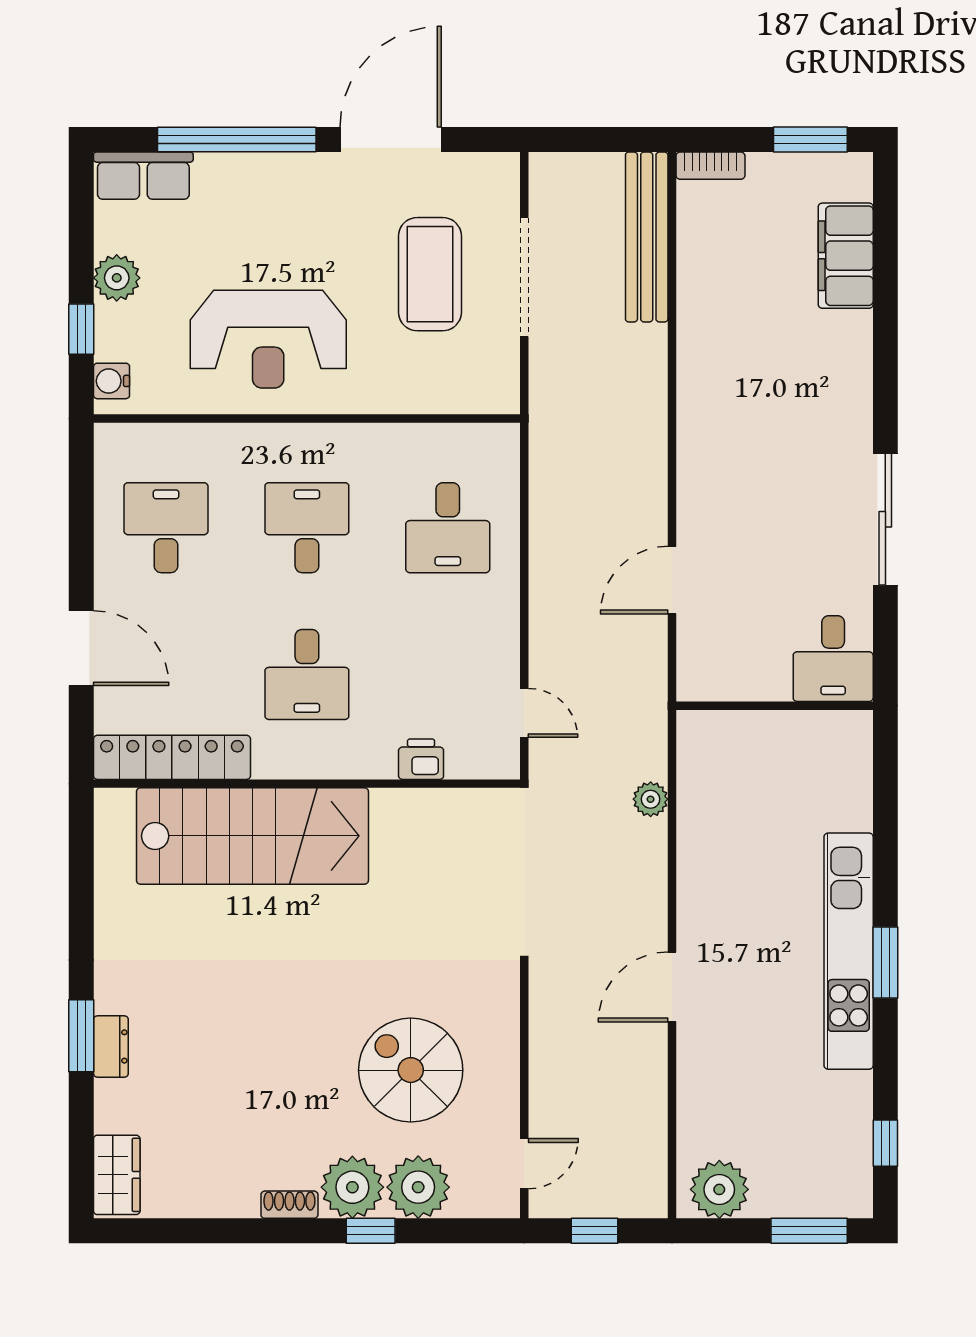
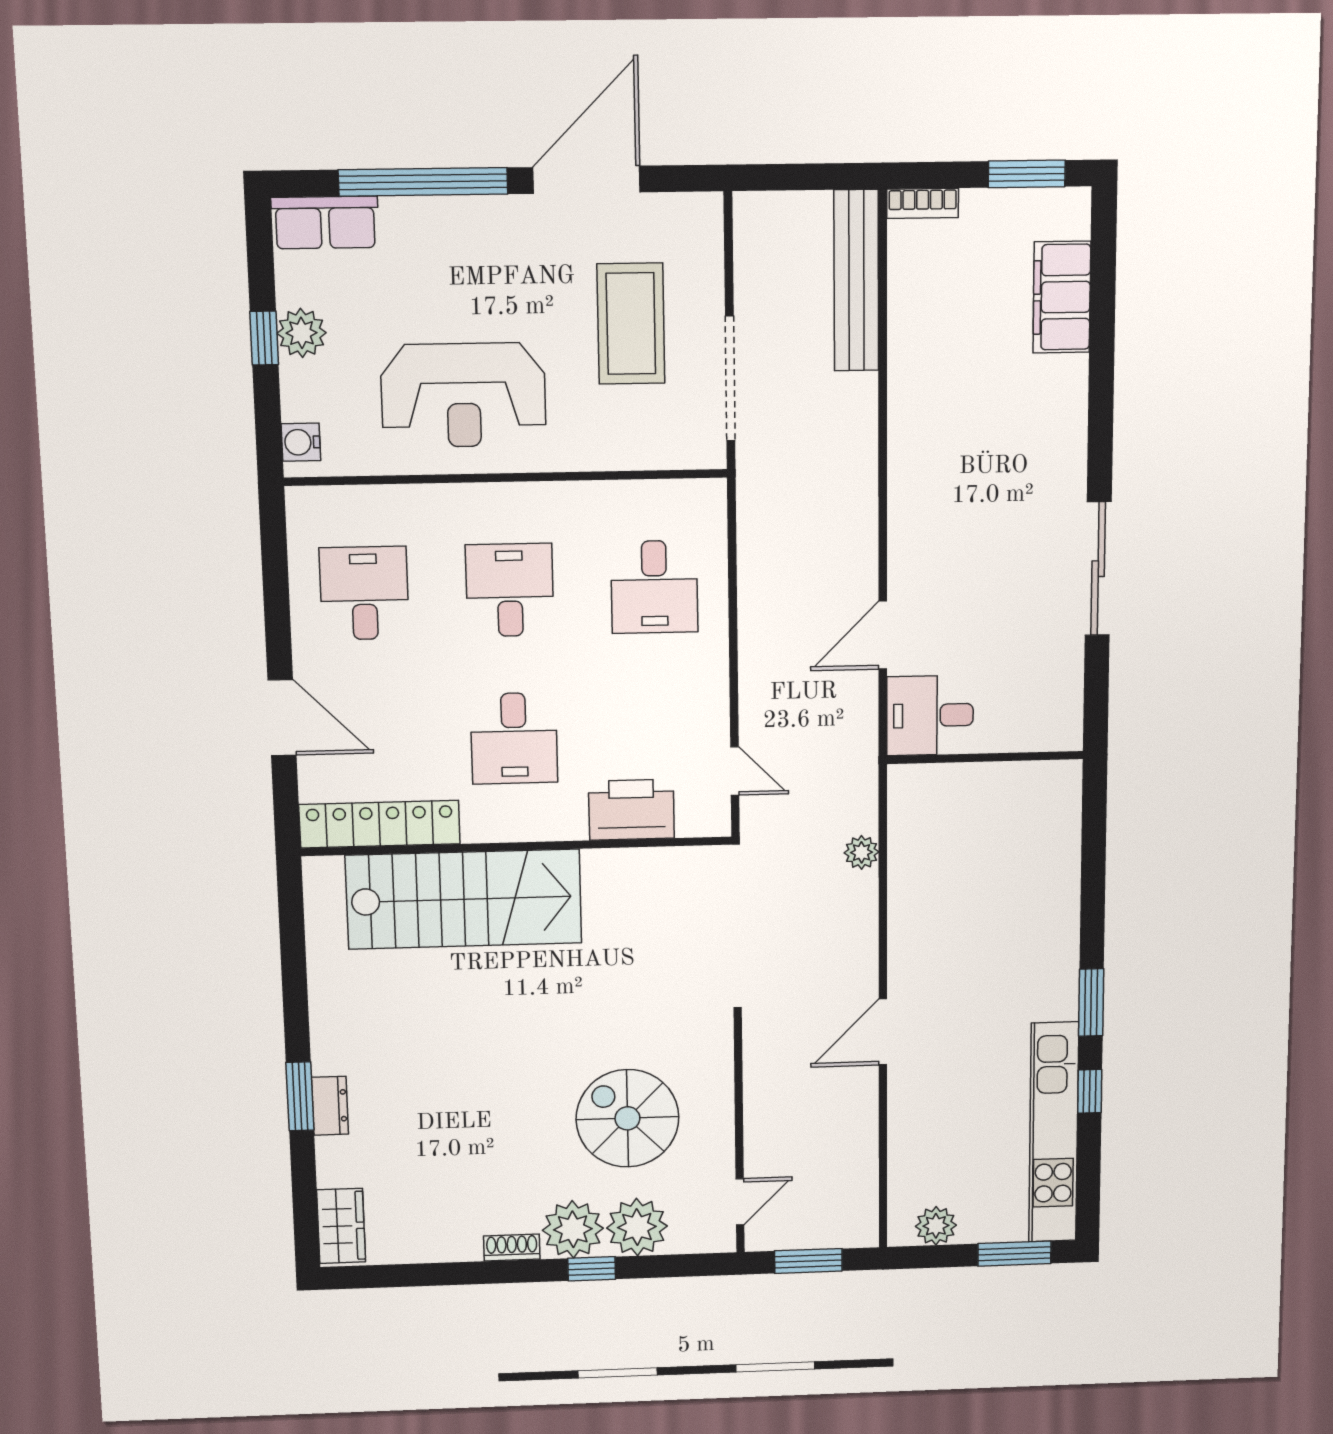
doorway: (524, 277) -> (730, 378), moved
window: (81, 329) -> (264, 338), moved
desk: (833, 659) -> (930, 715), moved, turned 90
printer: (421, 759) -> (631, 810), width x1.87, depth x1.48
kitchen unit: (849, 951) -> (1054, 1133), moved
window: (885, 1143) -> (1090, 1091), moved
plant: (719, 1189) -> (936, 1226), width x0.73, depth x0.73
window: (594, 1231) -> (808, 1261), width x1.50

